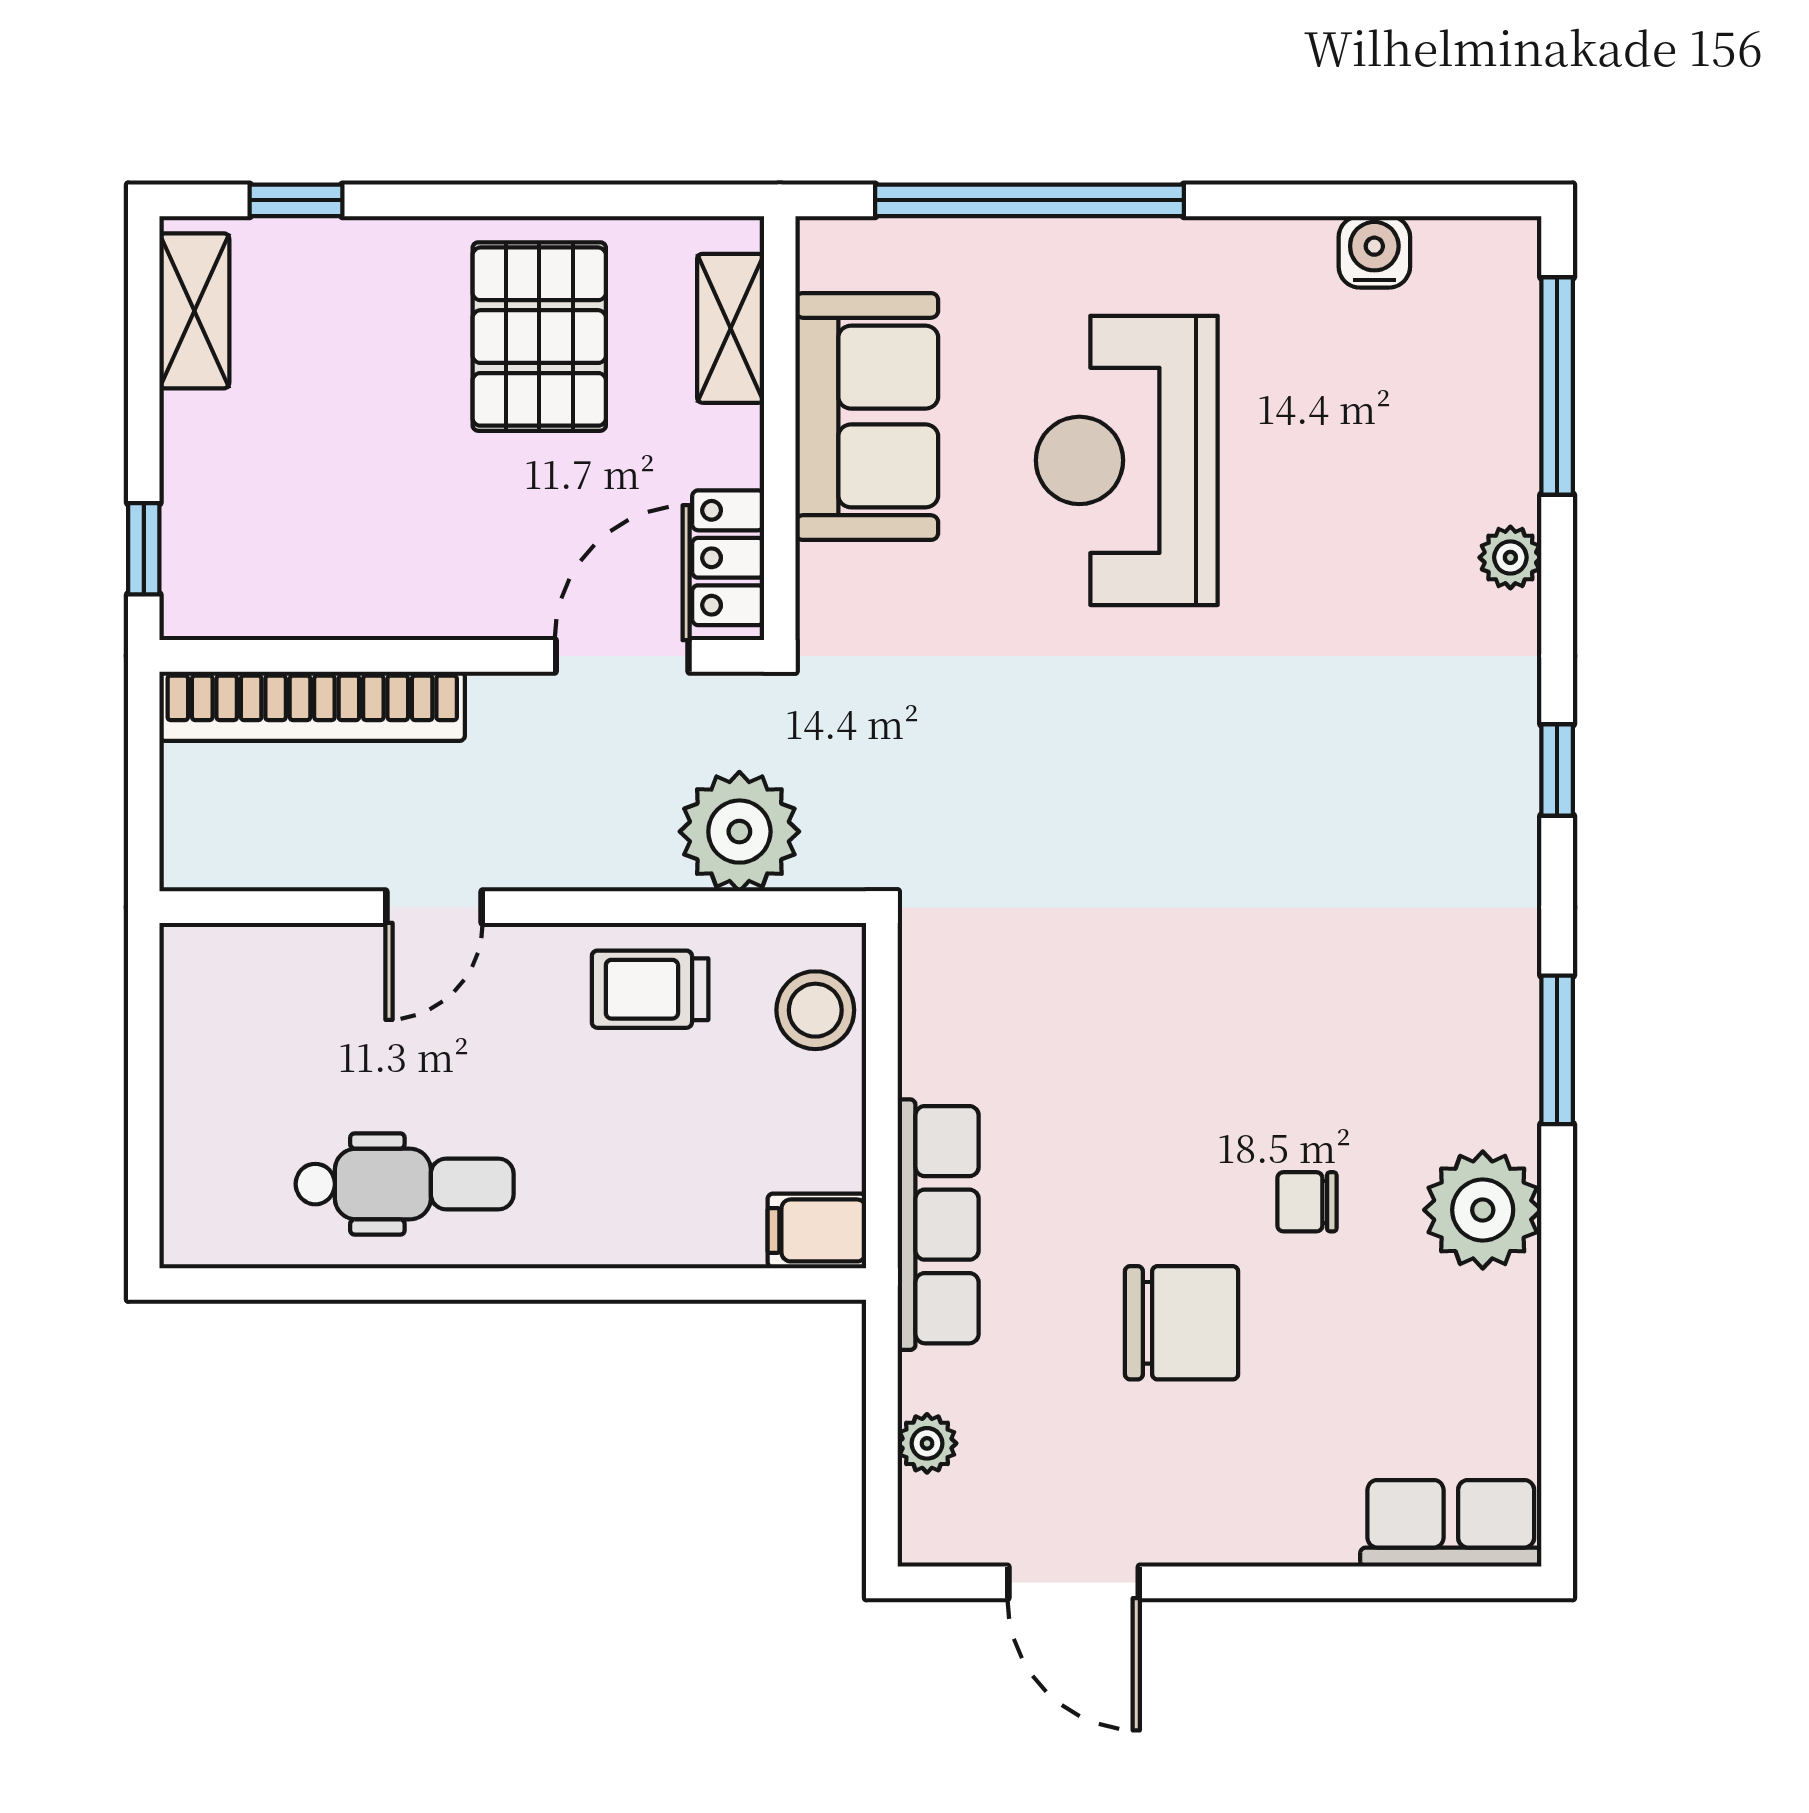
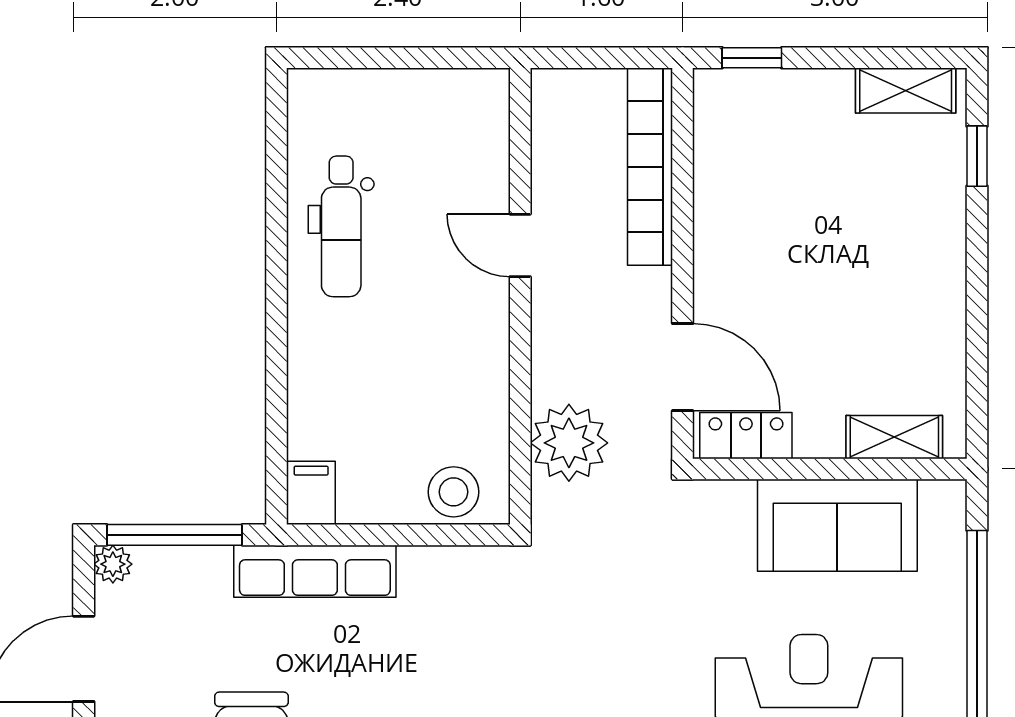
pallet: (539, 337) -> (889, 313), removed
trolley: (650, 989) -> (467, 385), removed
window: (882, 1442) -> (175, 535), added
plant: (927, 1443) -> (113, 564), moved

